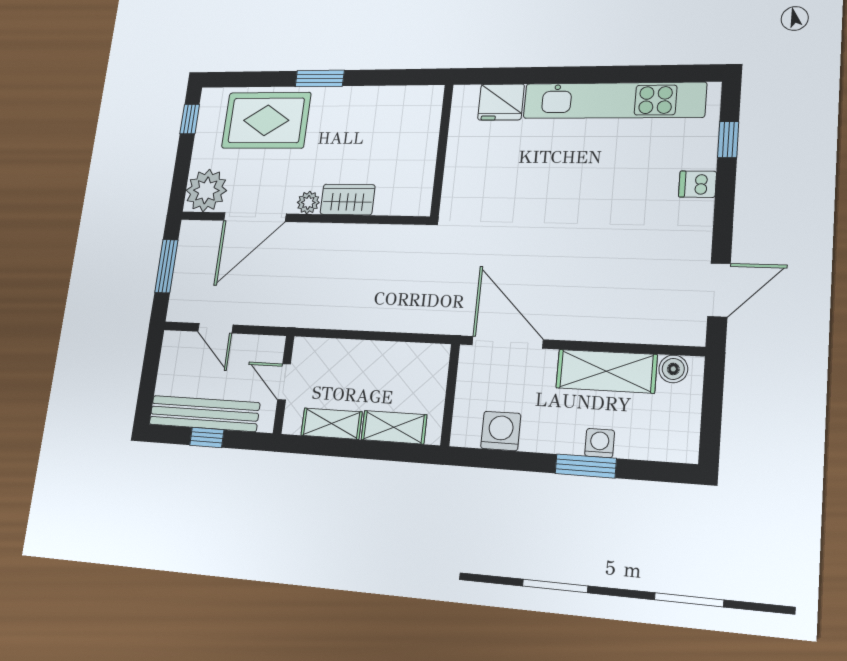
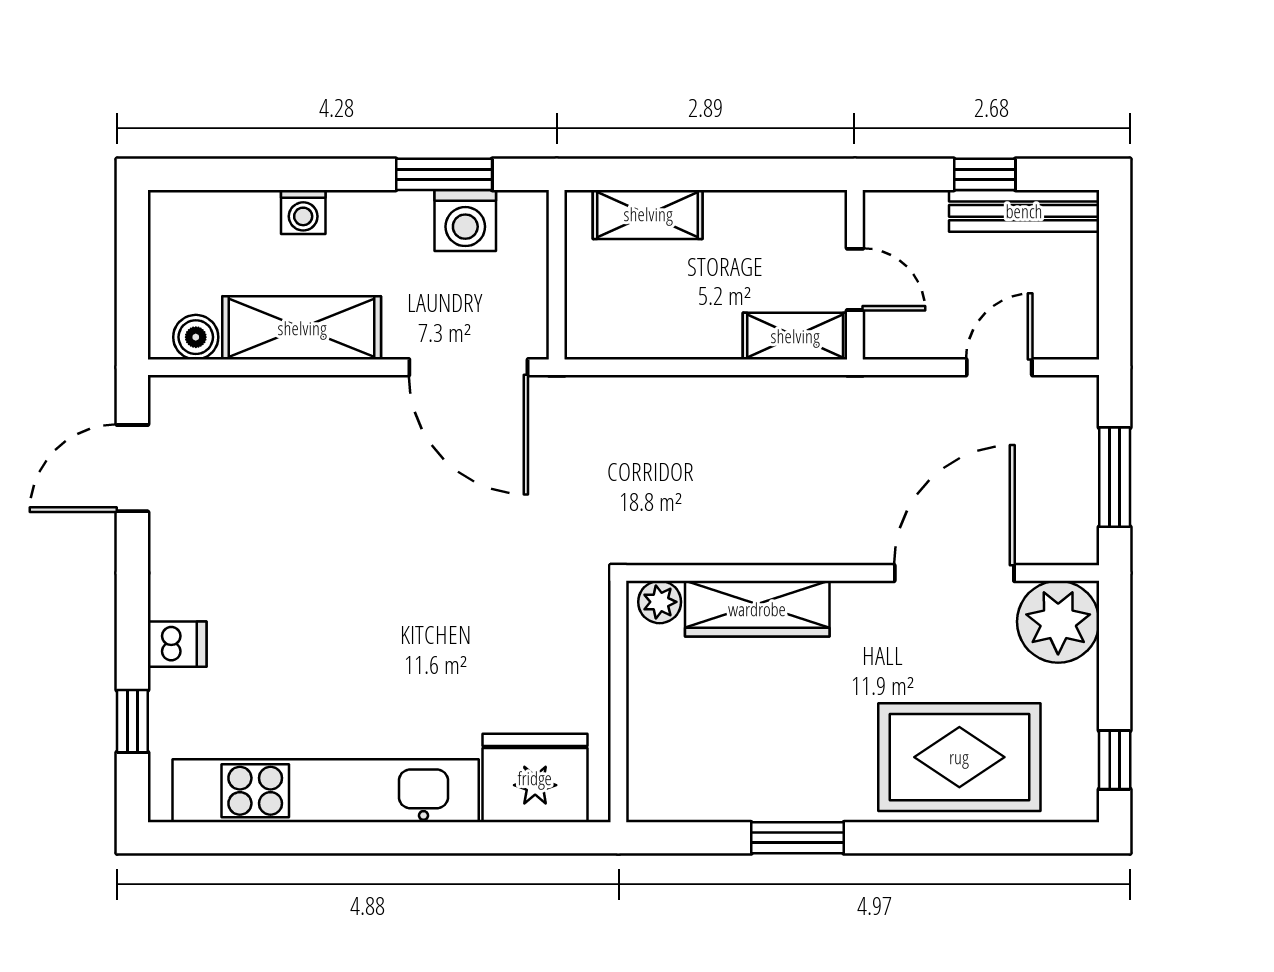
window: (320, 78) -> (797, 838), moved
fridge: (501, 102) -> (535, 778), width x1.36, depth x1.34
wardrobe: (348, 200) -> (757, 609), width x1.50
plant: (308, 202) -> (660, 602), moved
door: (215, 328) -> (999, 367), hinge flipped
bench: (204, 414) -> (1024, 211), width x0.73, depth x0.82
shelving: (332, 424) -> (795, 336), moved
window: (586, 466) -> (444, 174), moved

